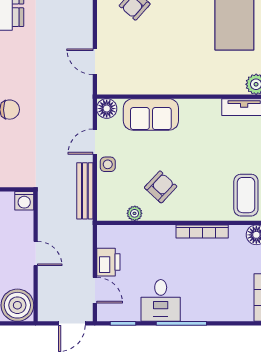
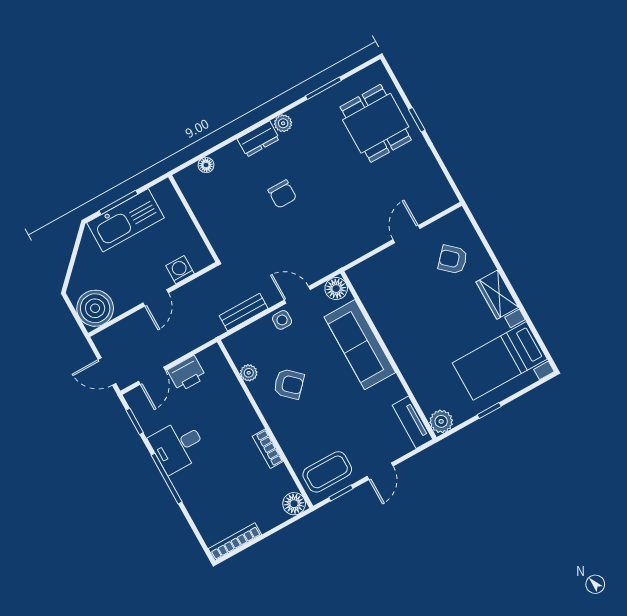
door: (95, 62) -> (406, 234), moved
sofa: (151, 114) -> (360, 345), width x1.36
bench: (85, 191) -> (244, 312), width x0.73
washing machine: (24, 201) -> (180, 270), moved, turned 90
bookcase: (202, 231) -> (268, 449), width x0.64

